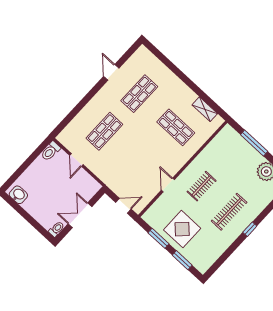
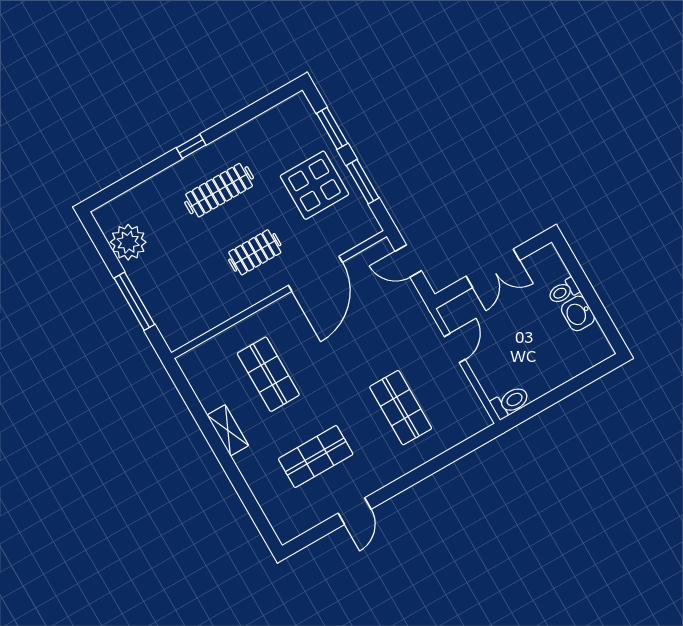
shelving: (205, 109) -> (228, 430), moved
shop shelf: (104, 131) -> (401, 408), turned 90
door: (76, 160) -> (455, 348), moved
door: (168, 185) -> (315, 274), width x1.88
washbasin: (18, 195) -> (578, 313), moved
toilet: (56, 229) -> (563, 291), moved

